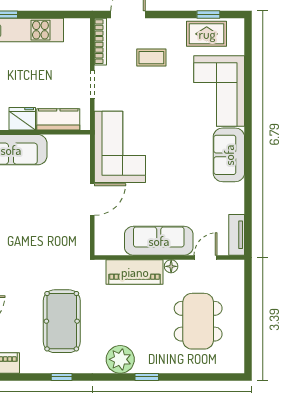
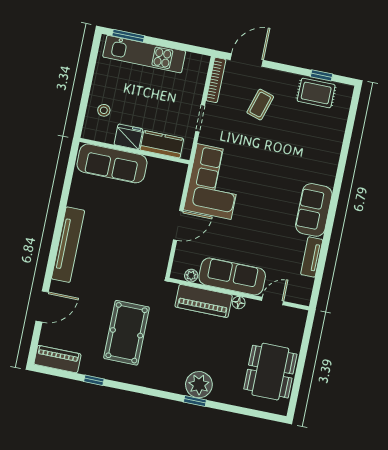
coffee table: (151, 58) -> (260, 105), turned -73
corner sofa: (219, 91) -> (317, 149), removed
tv unit: (237, 235) -> (312, 257), moved
plant: (116, 249) -> (191, 276), added
dining table: (198, 321) -> (270, 372), moved
plant: (120, 359) -> (199, 385), moved
window: (62, 377) -> (94, 380), moved

